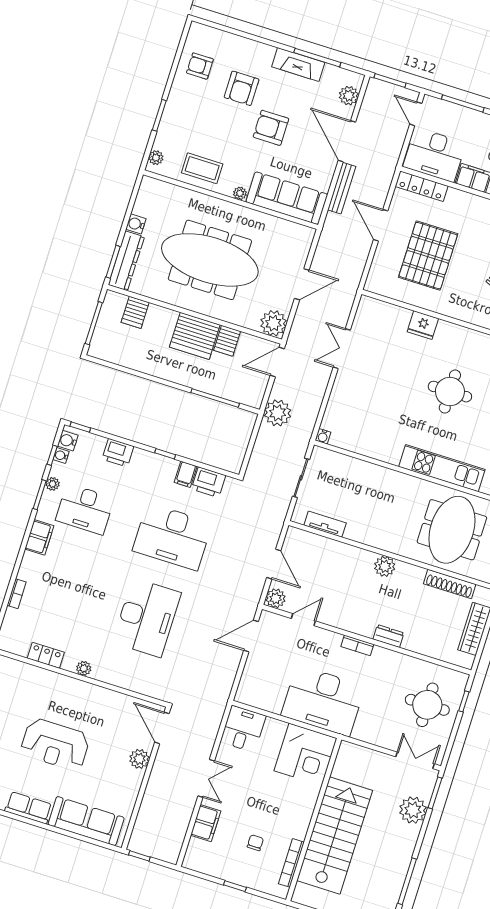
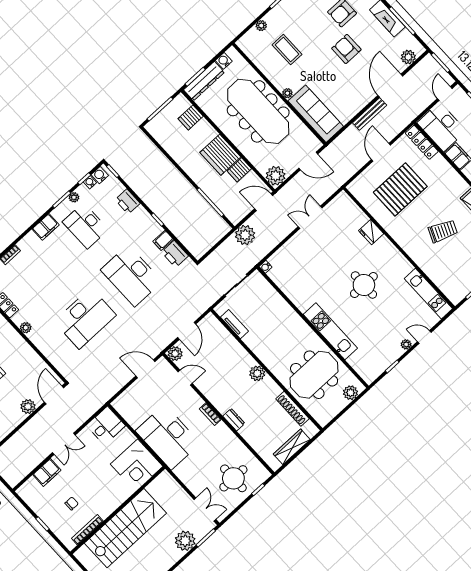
plant: (240, 193) -> (287, 93), moved
sofa: (287, 198) -> (316, 114), moved
wall: (231, 200) -> (279, 94), moved

